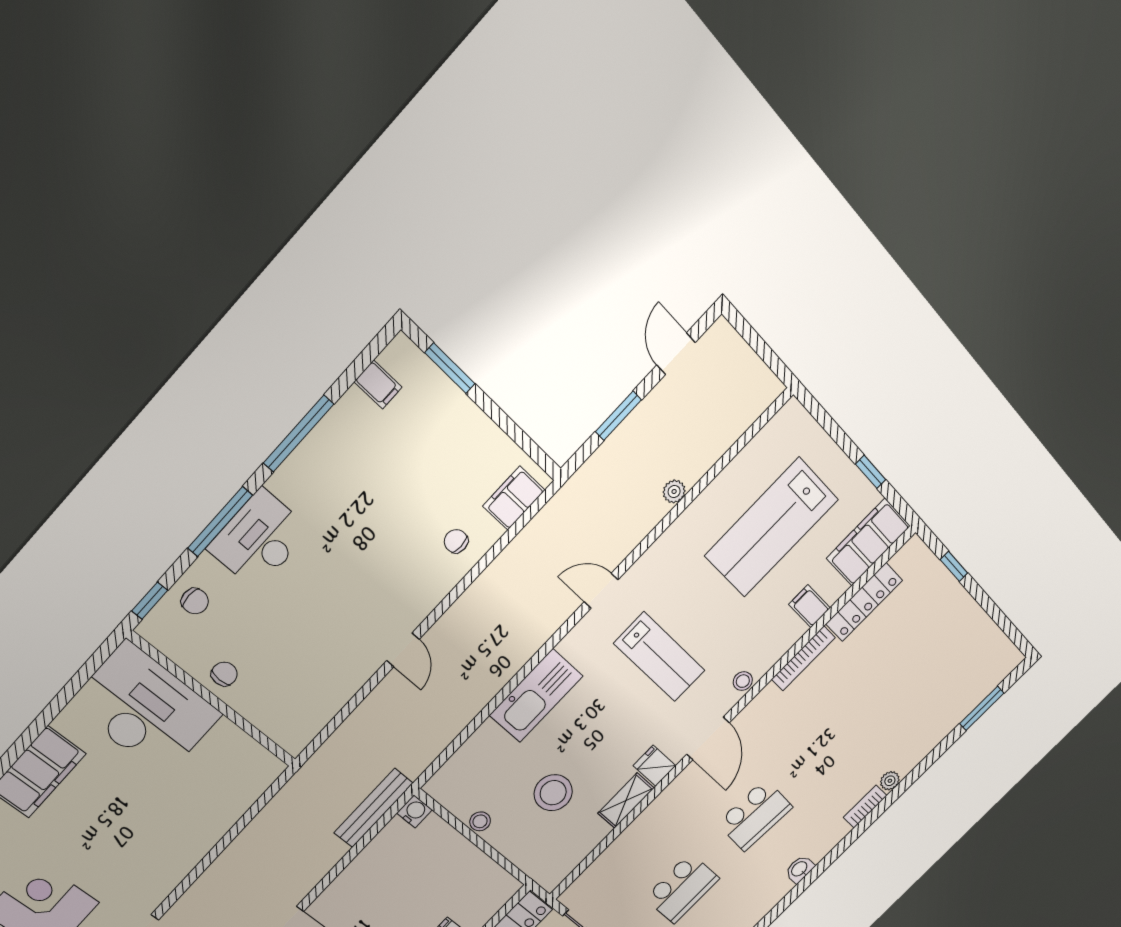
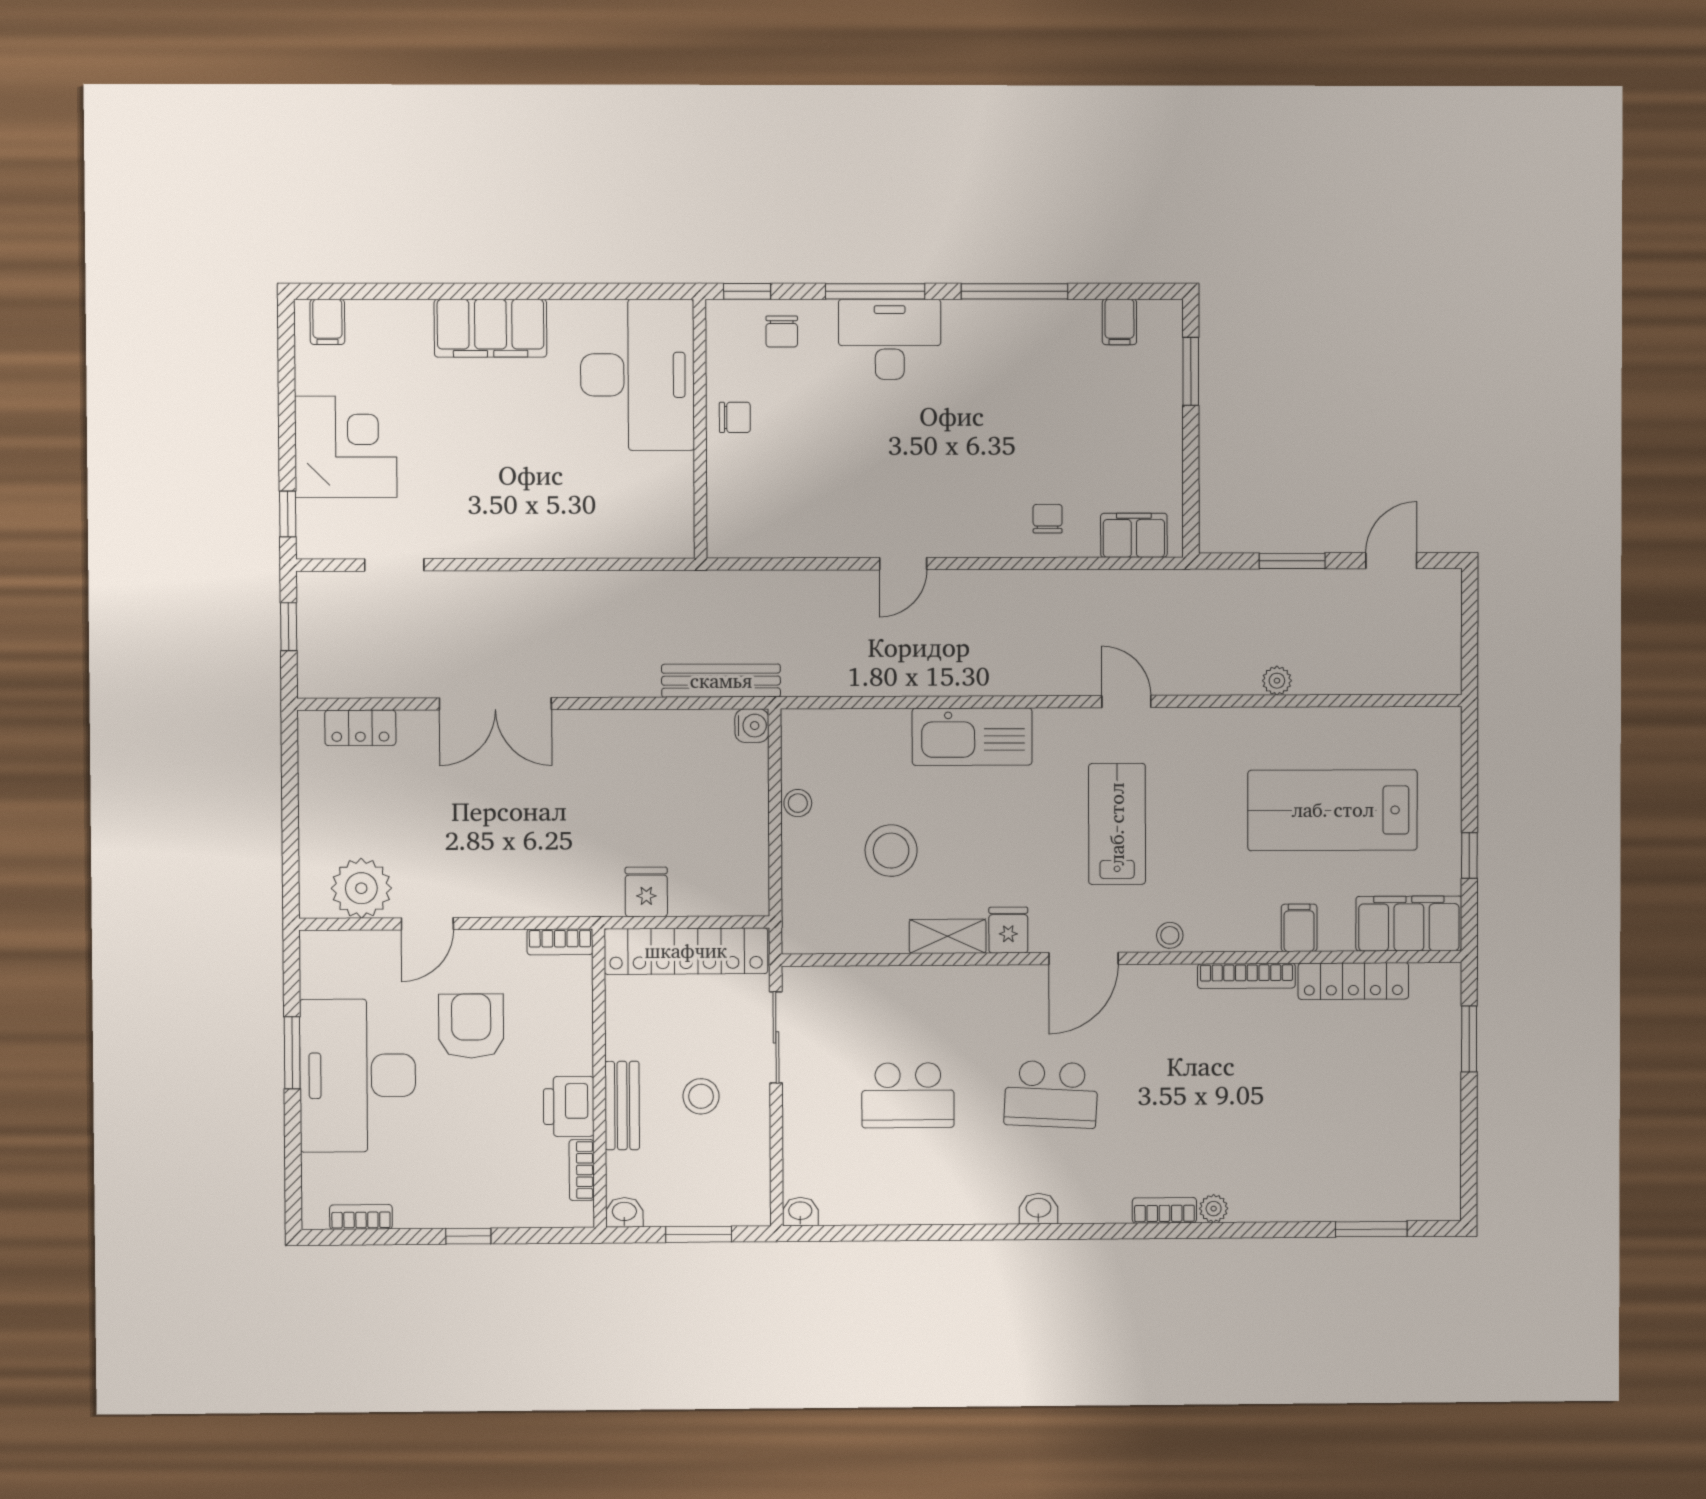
window: (954, 566) -> (1469, 1039), width x1.50
lab bench: (659, 657) -> (1117, 824), turned 180

